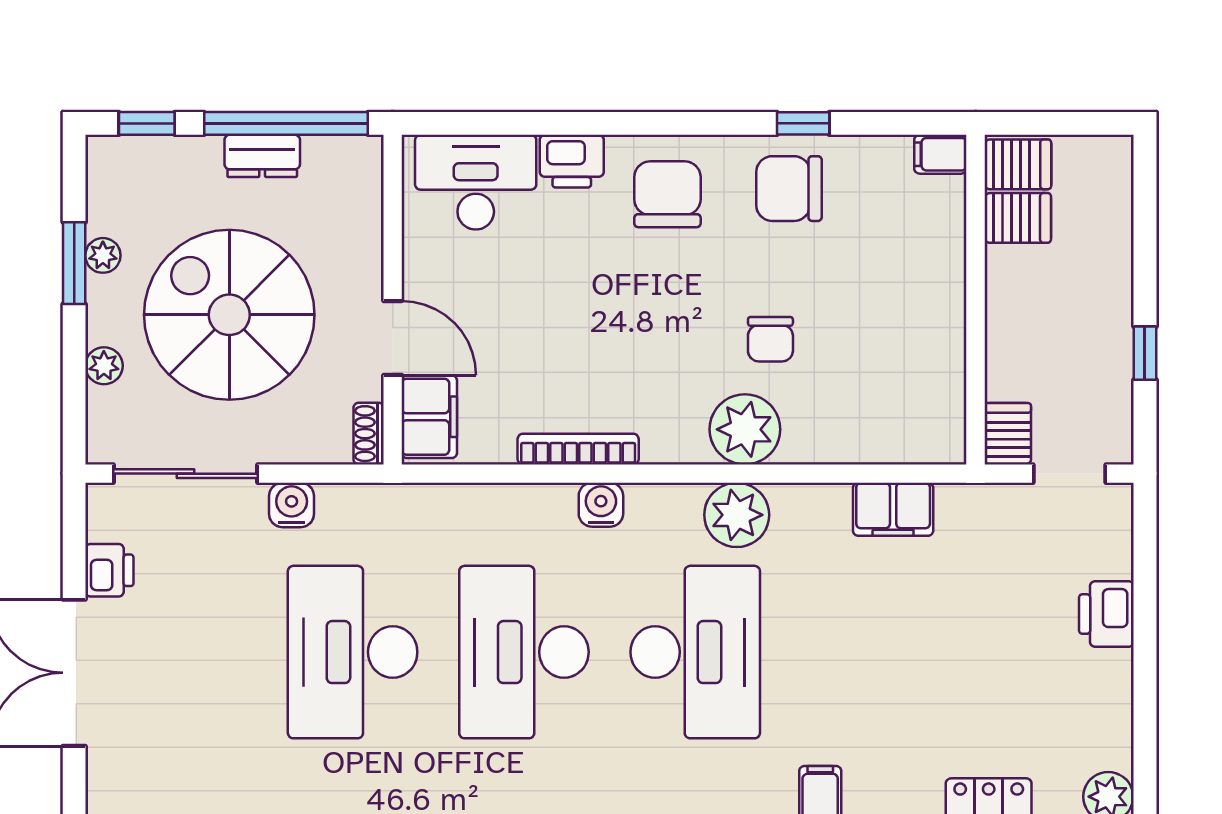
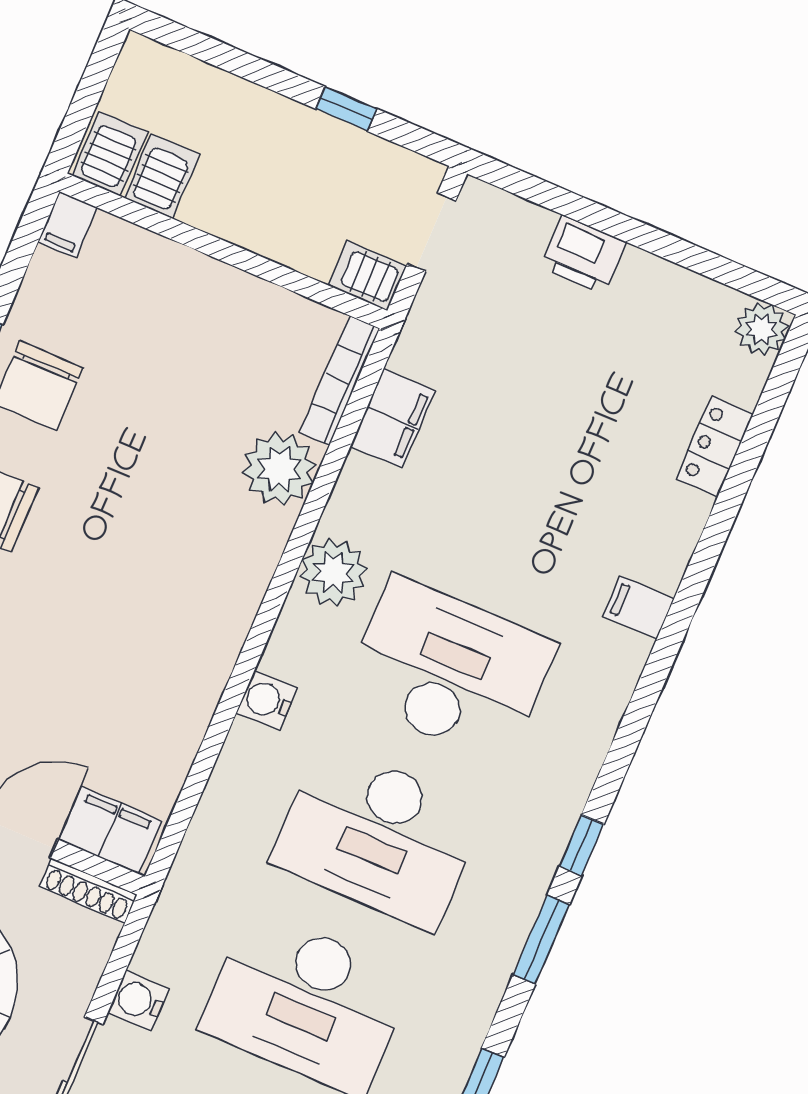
chair: (770, 339) -> (177, 467), removed
plant: (745, 429) -> (279, 469), moved
shoe rack: (369, 434) -> (88, 891), width x1.43
bookcase: (578, 449) -> (340, 381), moved

